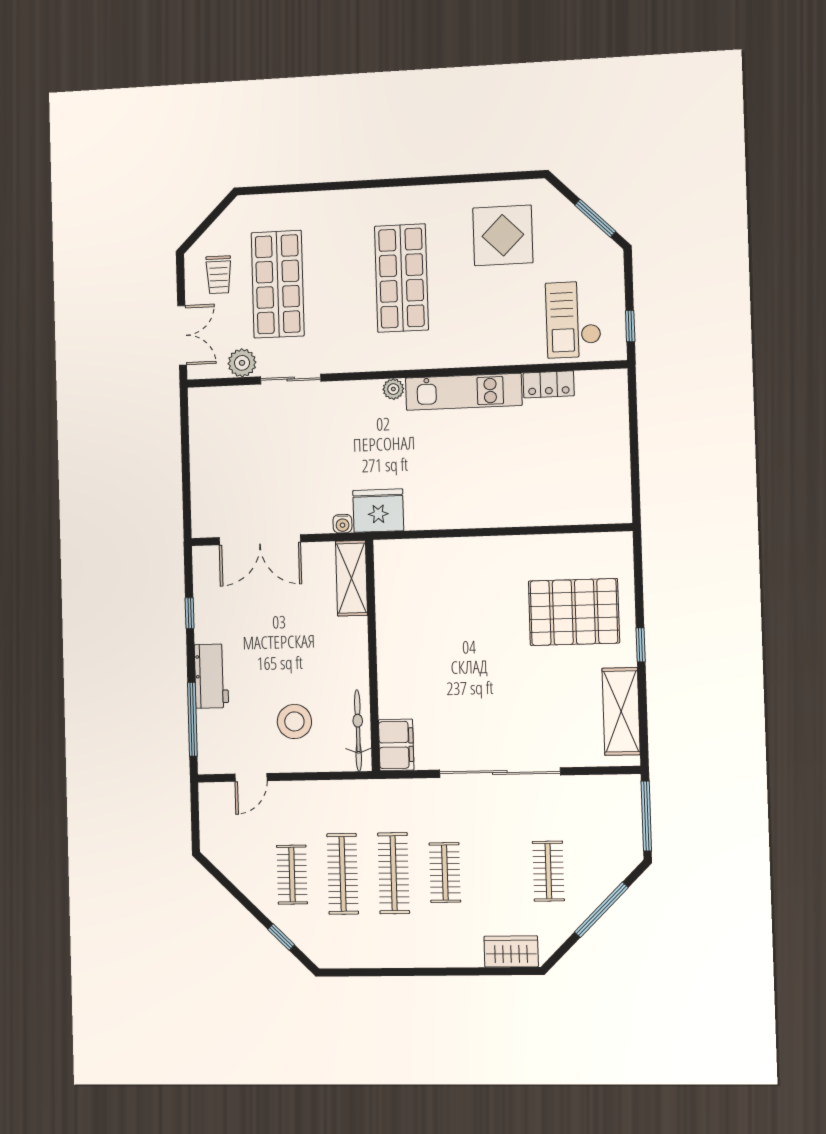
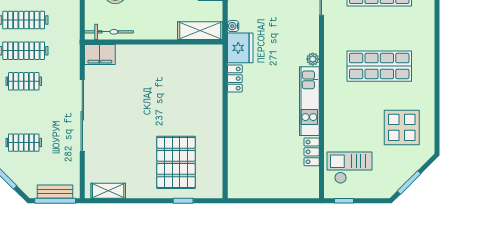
locker: (430, 518) -> (235, 79), added
window: (641, 645) -> (183, 201), moved
shelving: (621, 711) -> (108, 191), width x0.67, depth x0.75
bench: (631, 817) -> (55, 192), added

